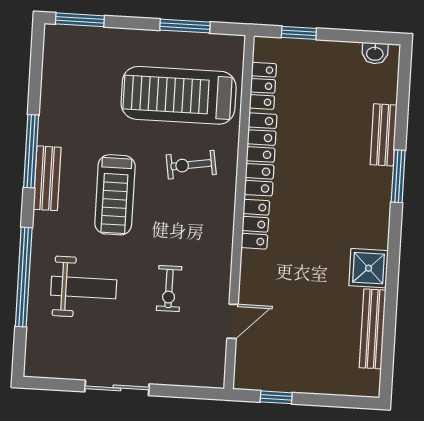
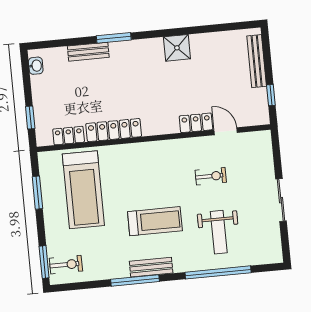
exercise bike: (191, 165) -> (66, 265), moved, turned -81
locker: (255, 224) -> (196, 123), moved
weight bench: (84, 288) -> (219, 232), turned 180
bench: (373, 329) -> (257, 61), moved, turned 90

